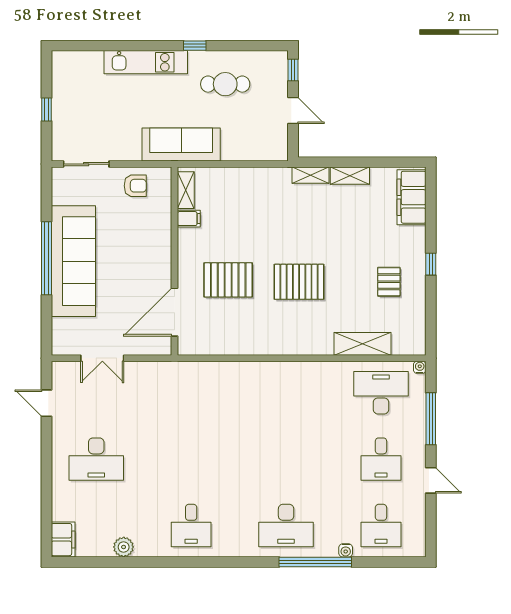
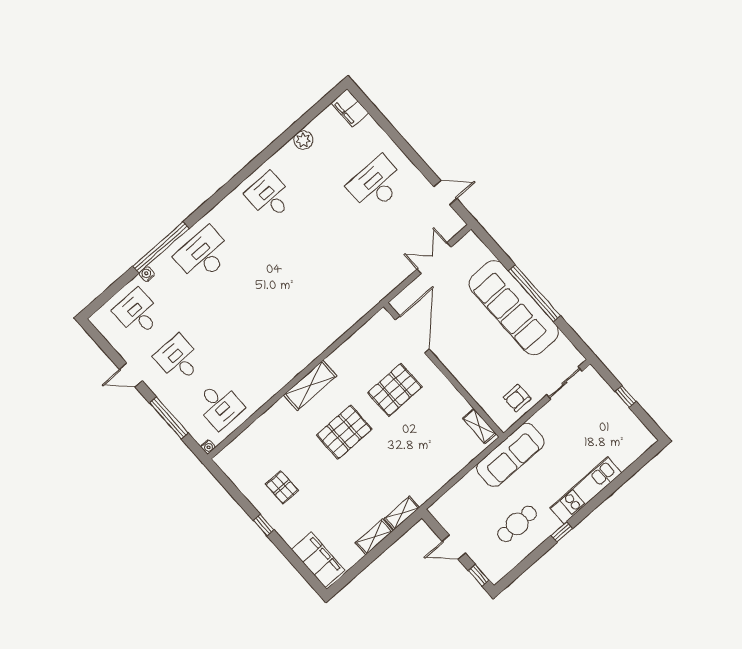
filing cabinet: (189, 219) -> (460, 408), removed
shelving: (363, 344) -> (310, 385), moved
desk: (381, 393) -> (219, 405), width x0.73

